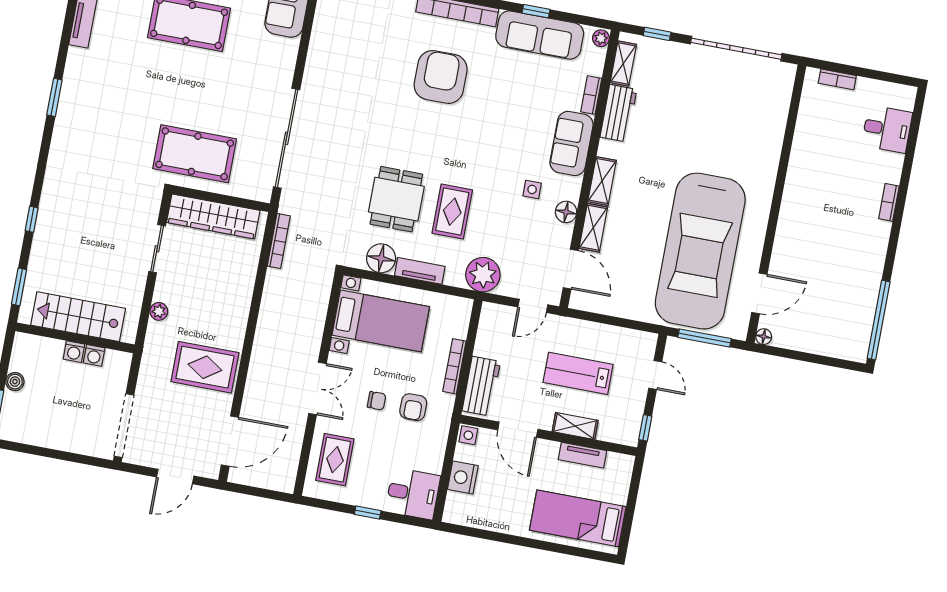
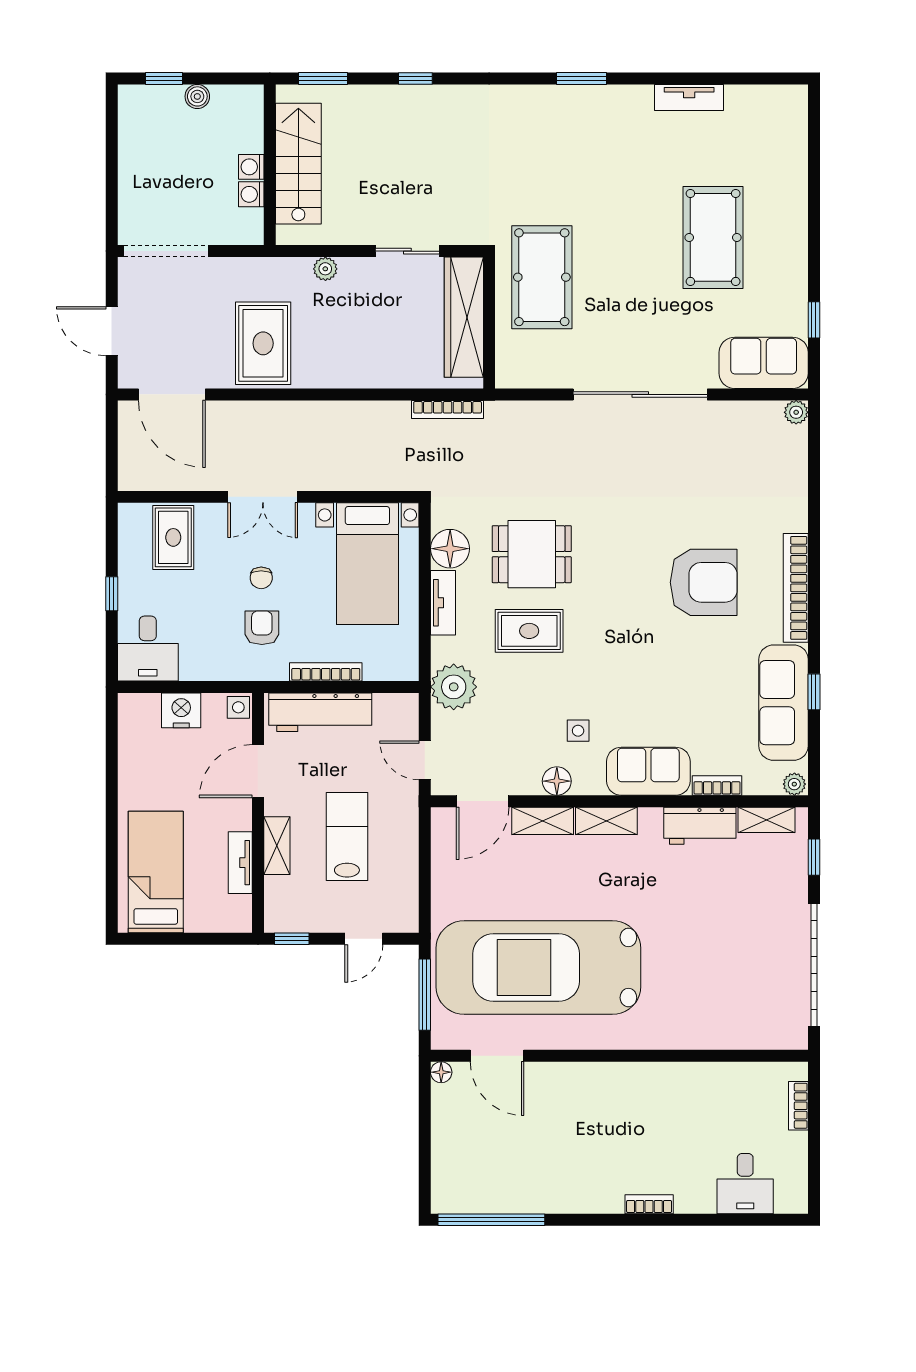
sliding door: (287, 138) -> (640, 394), moved
workbench: (481, 386) -> (320, 712), width x1.38
armchair: (413, 407) -> (262, 628), turned 90
rug: (335, 460) -> (173, 537), turned 90

